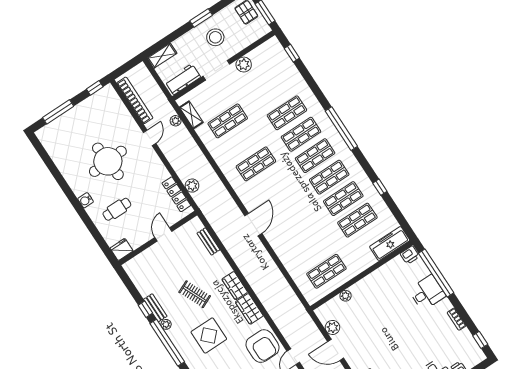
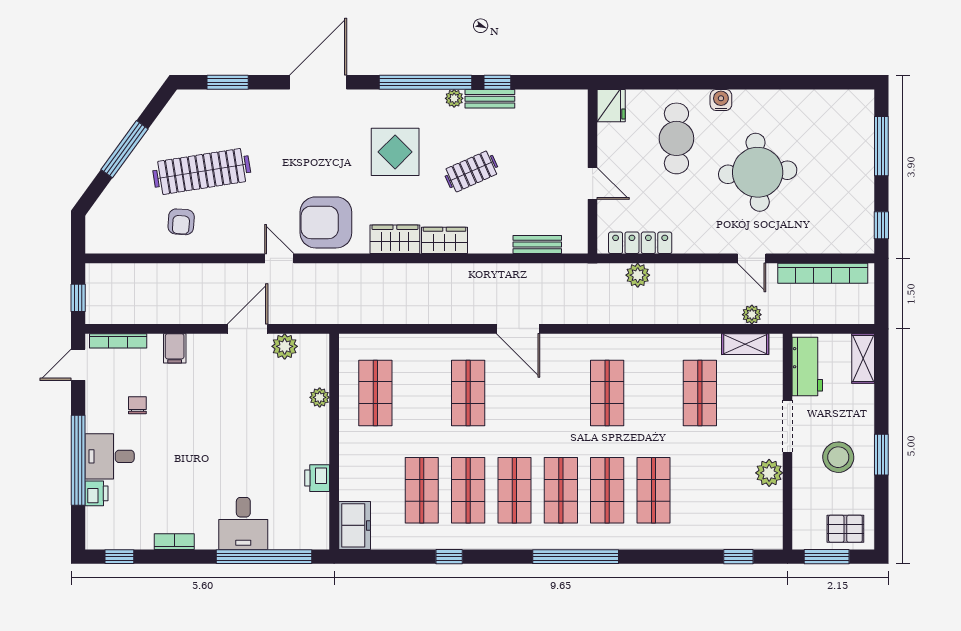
cafe table: (117, 209) -> (676, 138), width x1.37, depth x1.35
shop shelf: (298, 228) -> (468, 393), added
freezer: (390, 244) -> (355, 525), width x0.71
printer: (410, 255) -> (317, 478), moved

